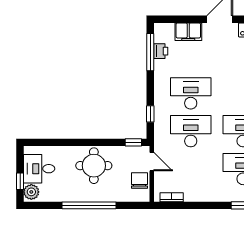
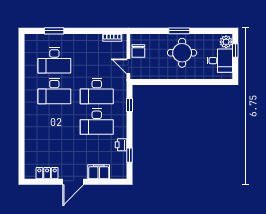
printer: (161, 51) -> (121, 145), moved
window: (150, 52) -> (130, 155), width x0.46
window: (133, 142) -> (143, 82), removed
round table: (94, 166) -> (182, 53), moved
window: (89, 205) -> (179, 31), width x0.47

